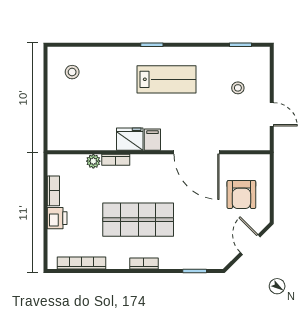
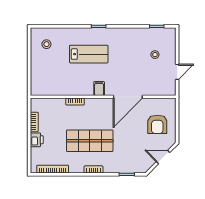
lab bench: (167, 79) -> (89, 54), moved
door: (272, 114) -> (177, 72), hinge flipped
fridge: (130, 139) -> (84, 88), removed
door: (197, 152) -> (128, 97), hinge flipped
plant: (93, 161) -> (60, 103), removed
door: (250, 245) -> (163, 157), hinge flipped

